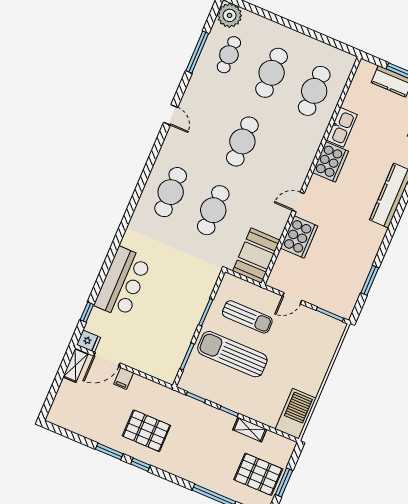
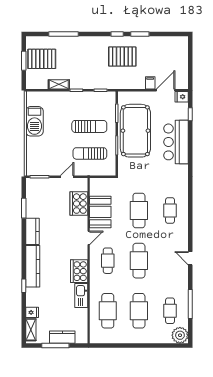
cafe table: (285, 160) -> (108, 261), added
cafe table: (171, 192) -> (170, 210), width x0.73, depth x0.74
cooker: (299, 237) -> (79, 204), moved
kitchen counter: (371, 244) -> (32, 231), added
booth: (256, 256) -> (100, 212), moved
pool table: (172, 322) -> (135, 131), added
sun lounger: (232, 354) -> (89, 126), width x0.73, depth x0.75
shelving: (76, 365) -> (183, 78), removed
barbecue: (296, 414) -> (34, 121), moved

